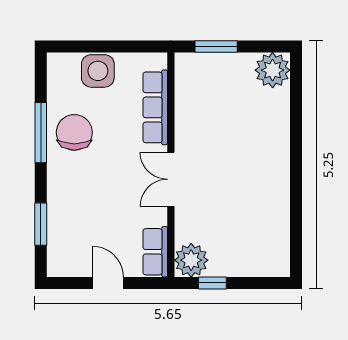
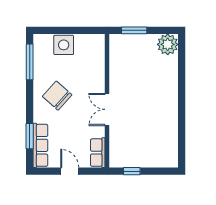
row of seats: (155, 107) -> (40, 145), moved, turned 180
chair: (74, 132) -> (57, 96), moved, turned -48
window: (41, 133) -> (30, 62), moved
plant: (191, 260) -> (119, 158), removed

